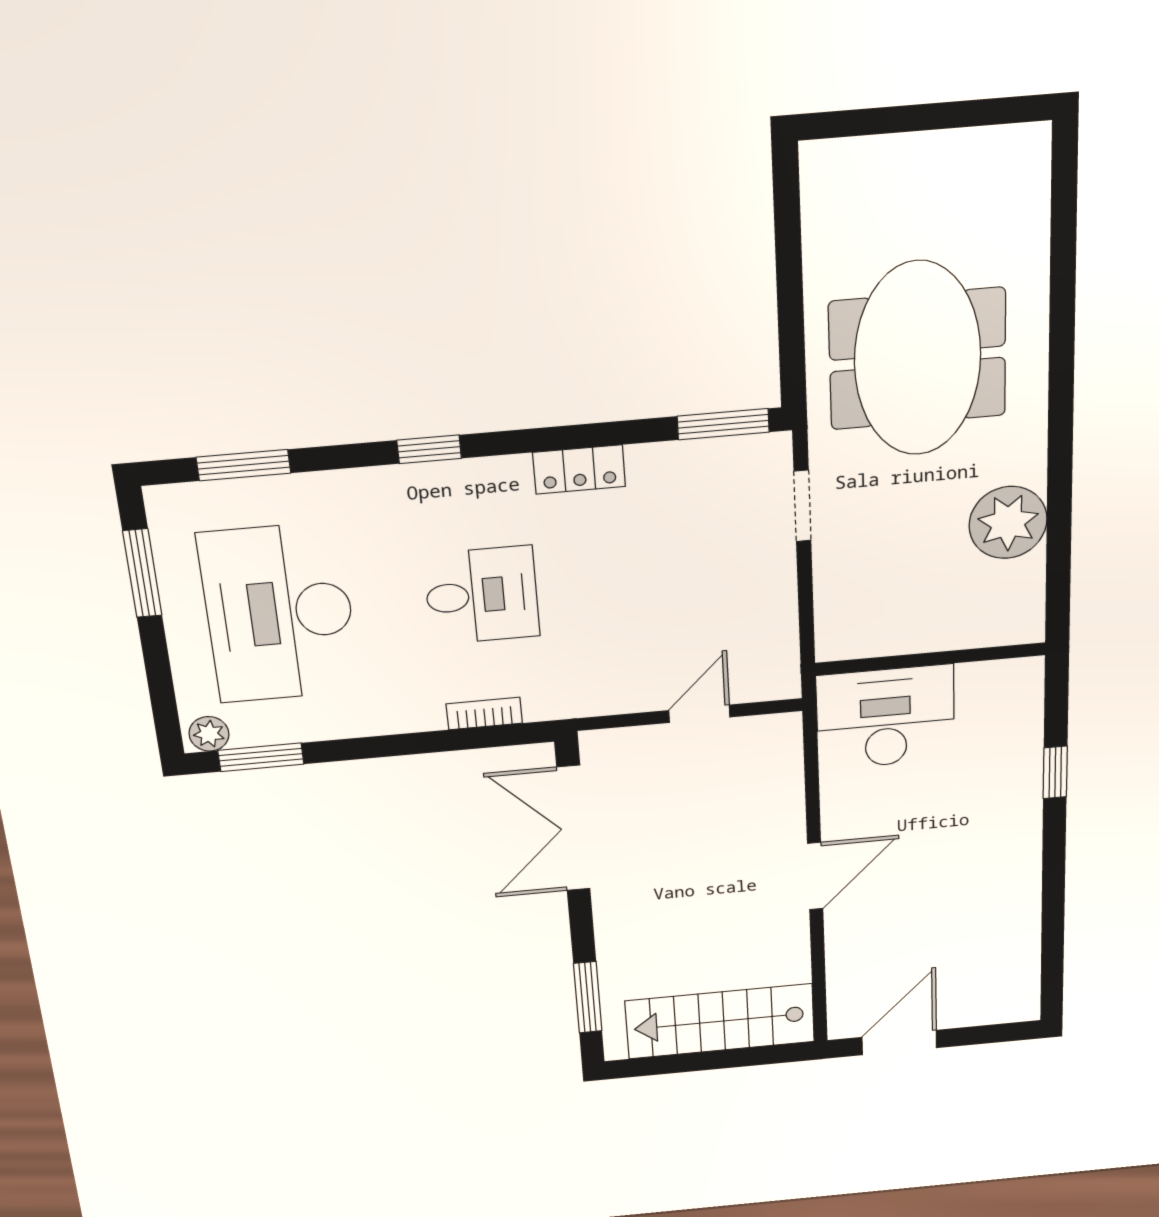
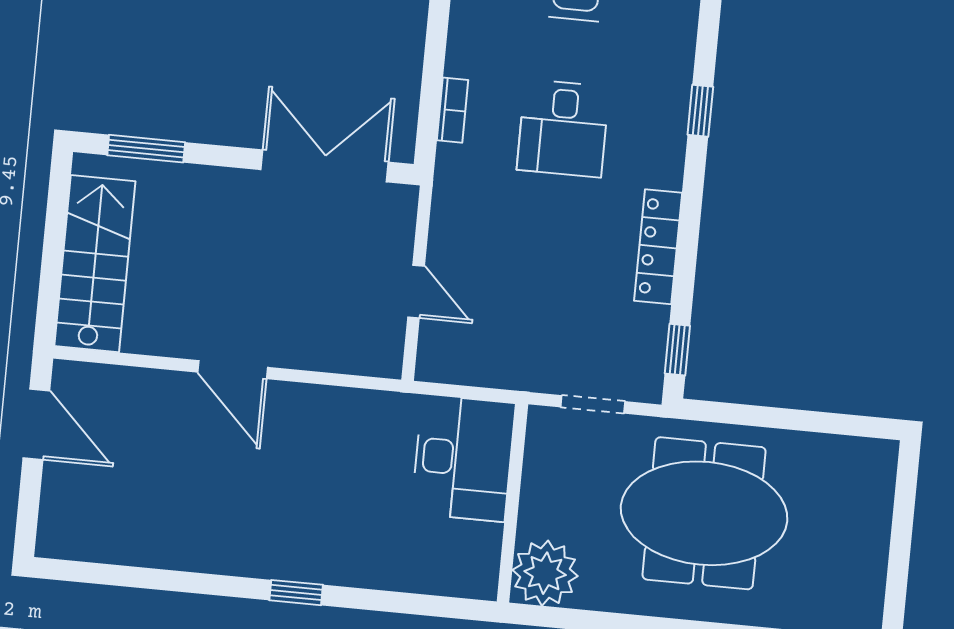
window: (723, 424) -> (677, 350), width x0.67
locker: (579, 469) -> (658, 247), width x1.53
wall: (930, 659) -> (512, 503), moved
desk: (886, 717) -> (463, 458), moved

